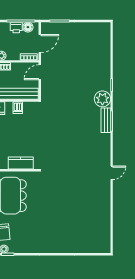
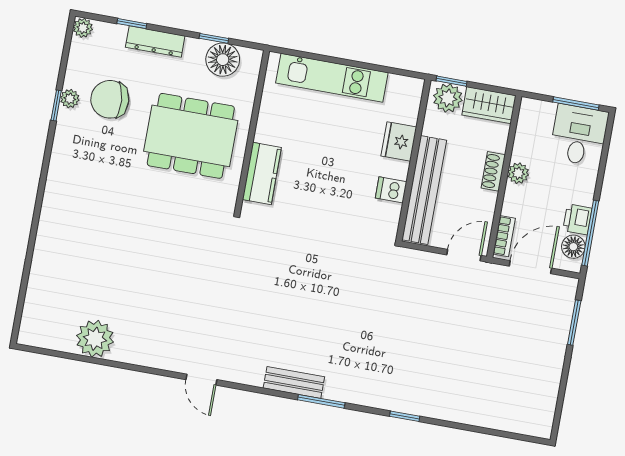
door: (40, 44) -> (530, 267), swing flipped
door: (40, 72) -> (464, 255), hinge flipped
plant: (102, 99) -> (95, 339), moved
bench: (106, 120) -> (294, 382), moved

